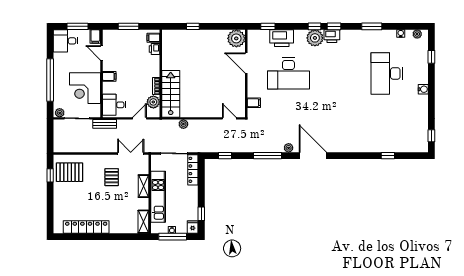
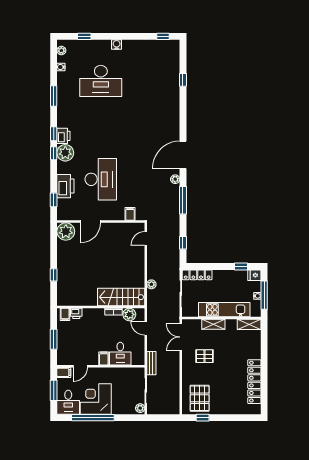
window: (50, 80) -> (93, 418), moved
corner desk: (85, 88) -> (96, 399), moved, turned 180
desk: (114, 105) -> (120, 354), moved

